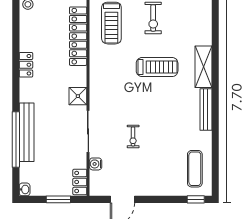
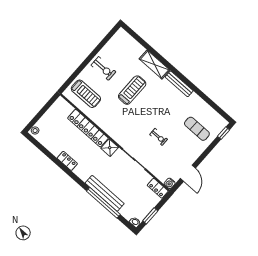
locker: (78, 36) -> (88, 128), moved
water cooler: (96, 164) -> (170, 183), moved
exercise mat: (195, 169) -> (197, 129), moved
window: (58, 199) -> (150, 216), moved

